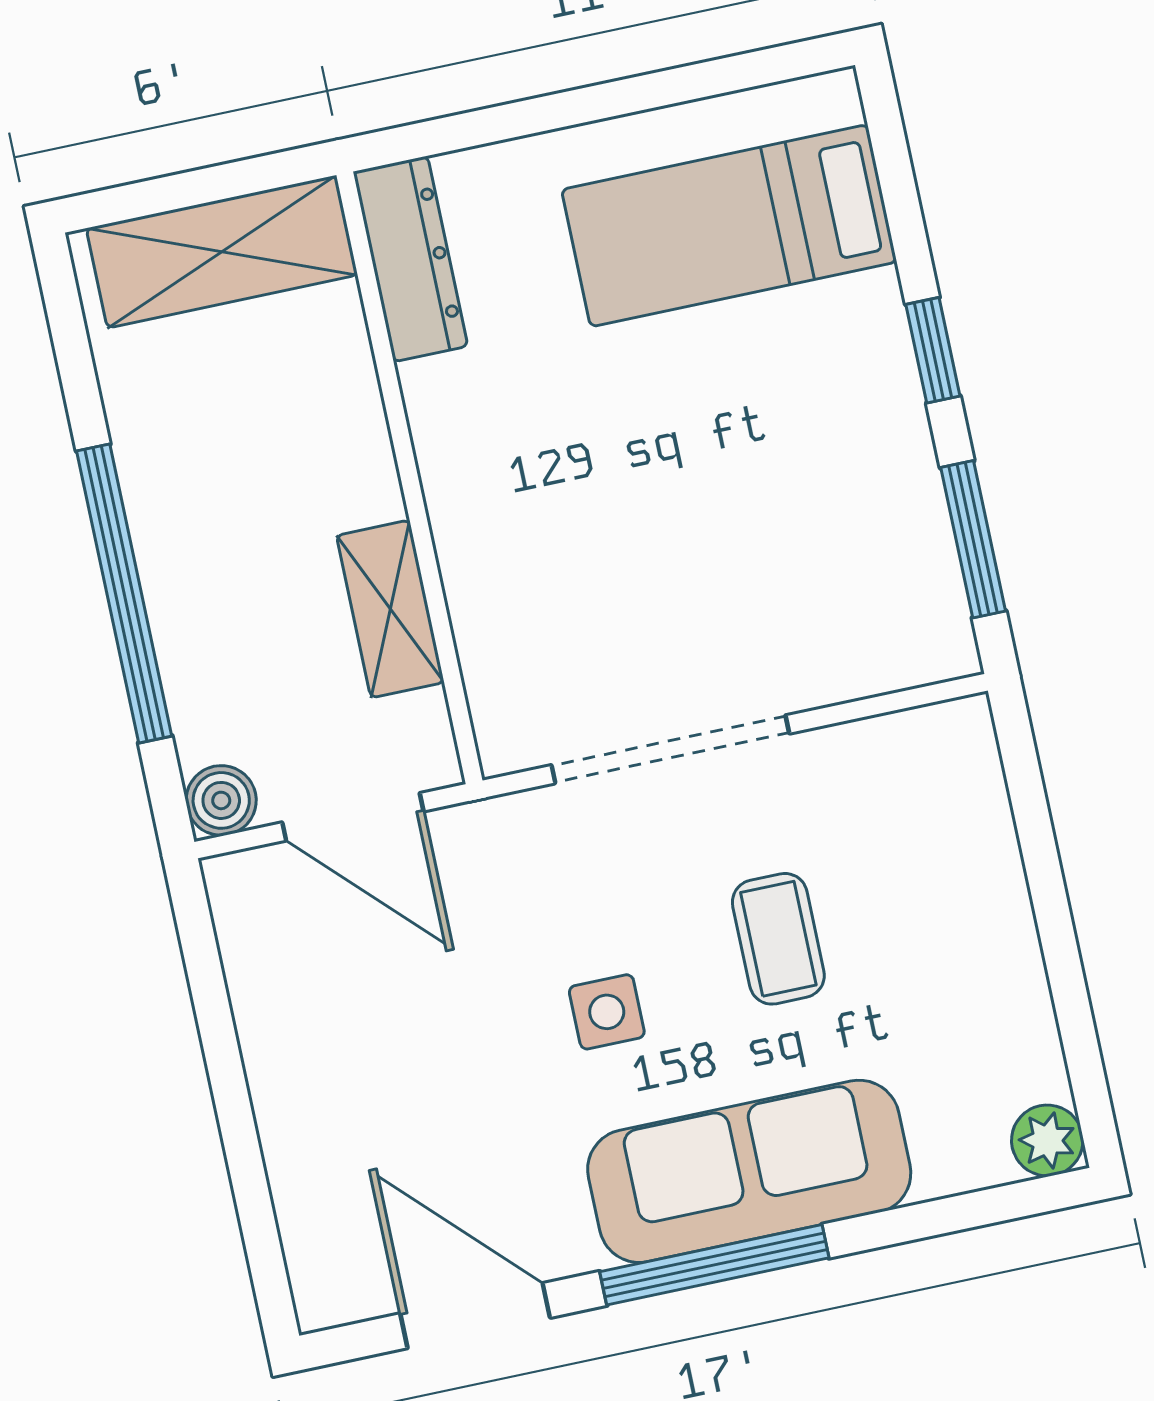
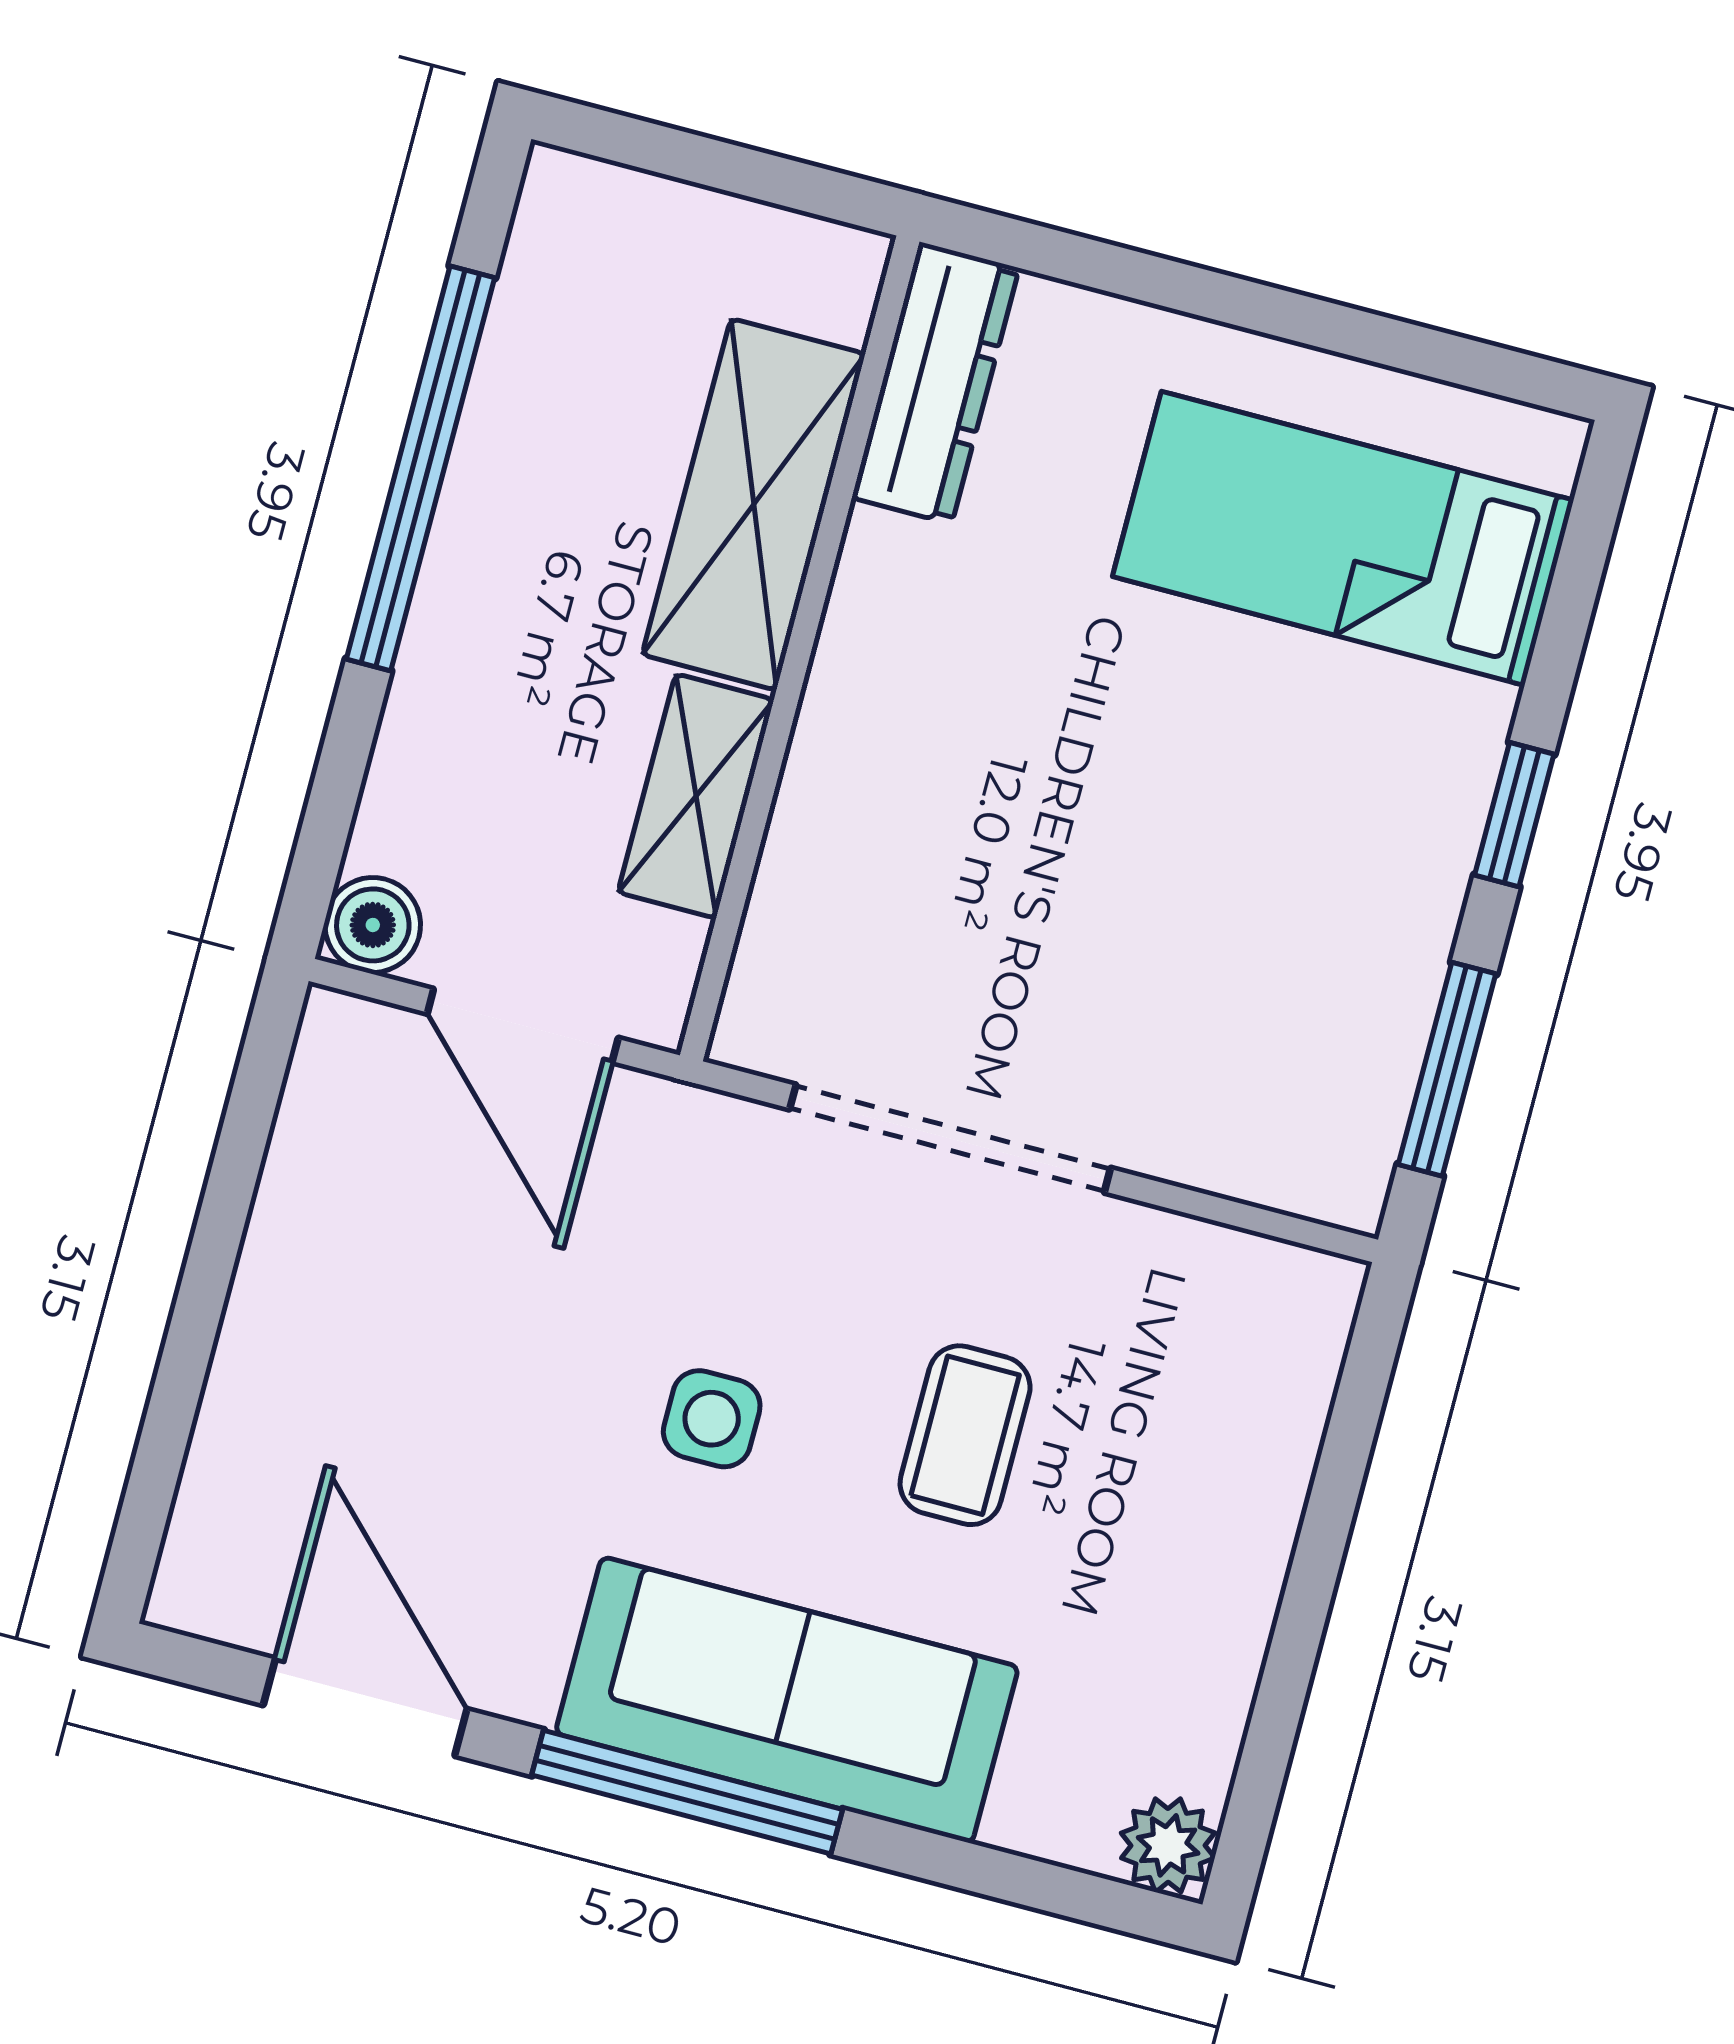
shelving: (222, 252) -> (754, 504), moved, turned 90
window: (124, 594) -> (420, 468), moved

